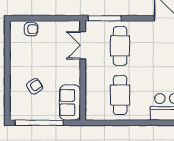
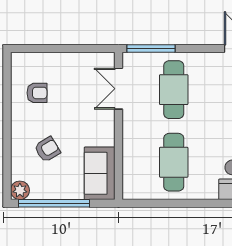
armchair: (31, 29) -> (37, 93), moved
plant: (16, 114) -> (20, 190), added

